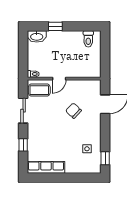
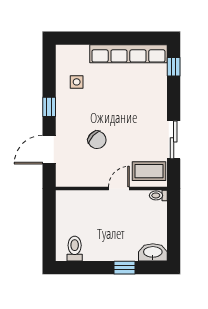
window: (23, 145) -> (174, 67), moved
window: (105, 158) -> (49, 107), moved
row of seats: (46, 167) -> (128, 54), width x1.36

